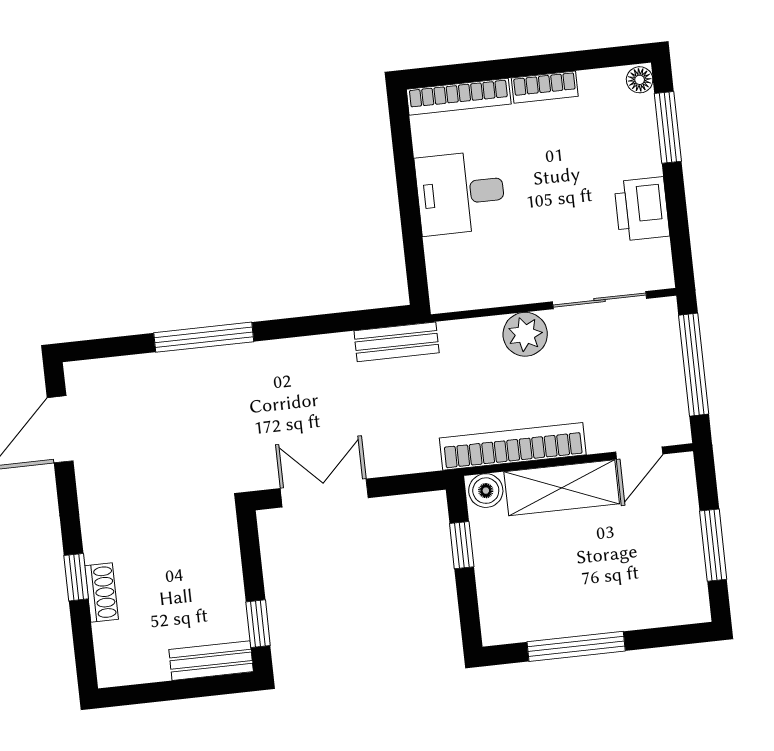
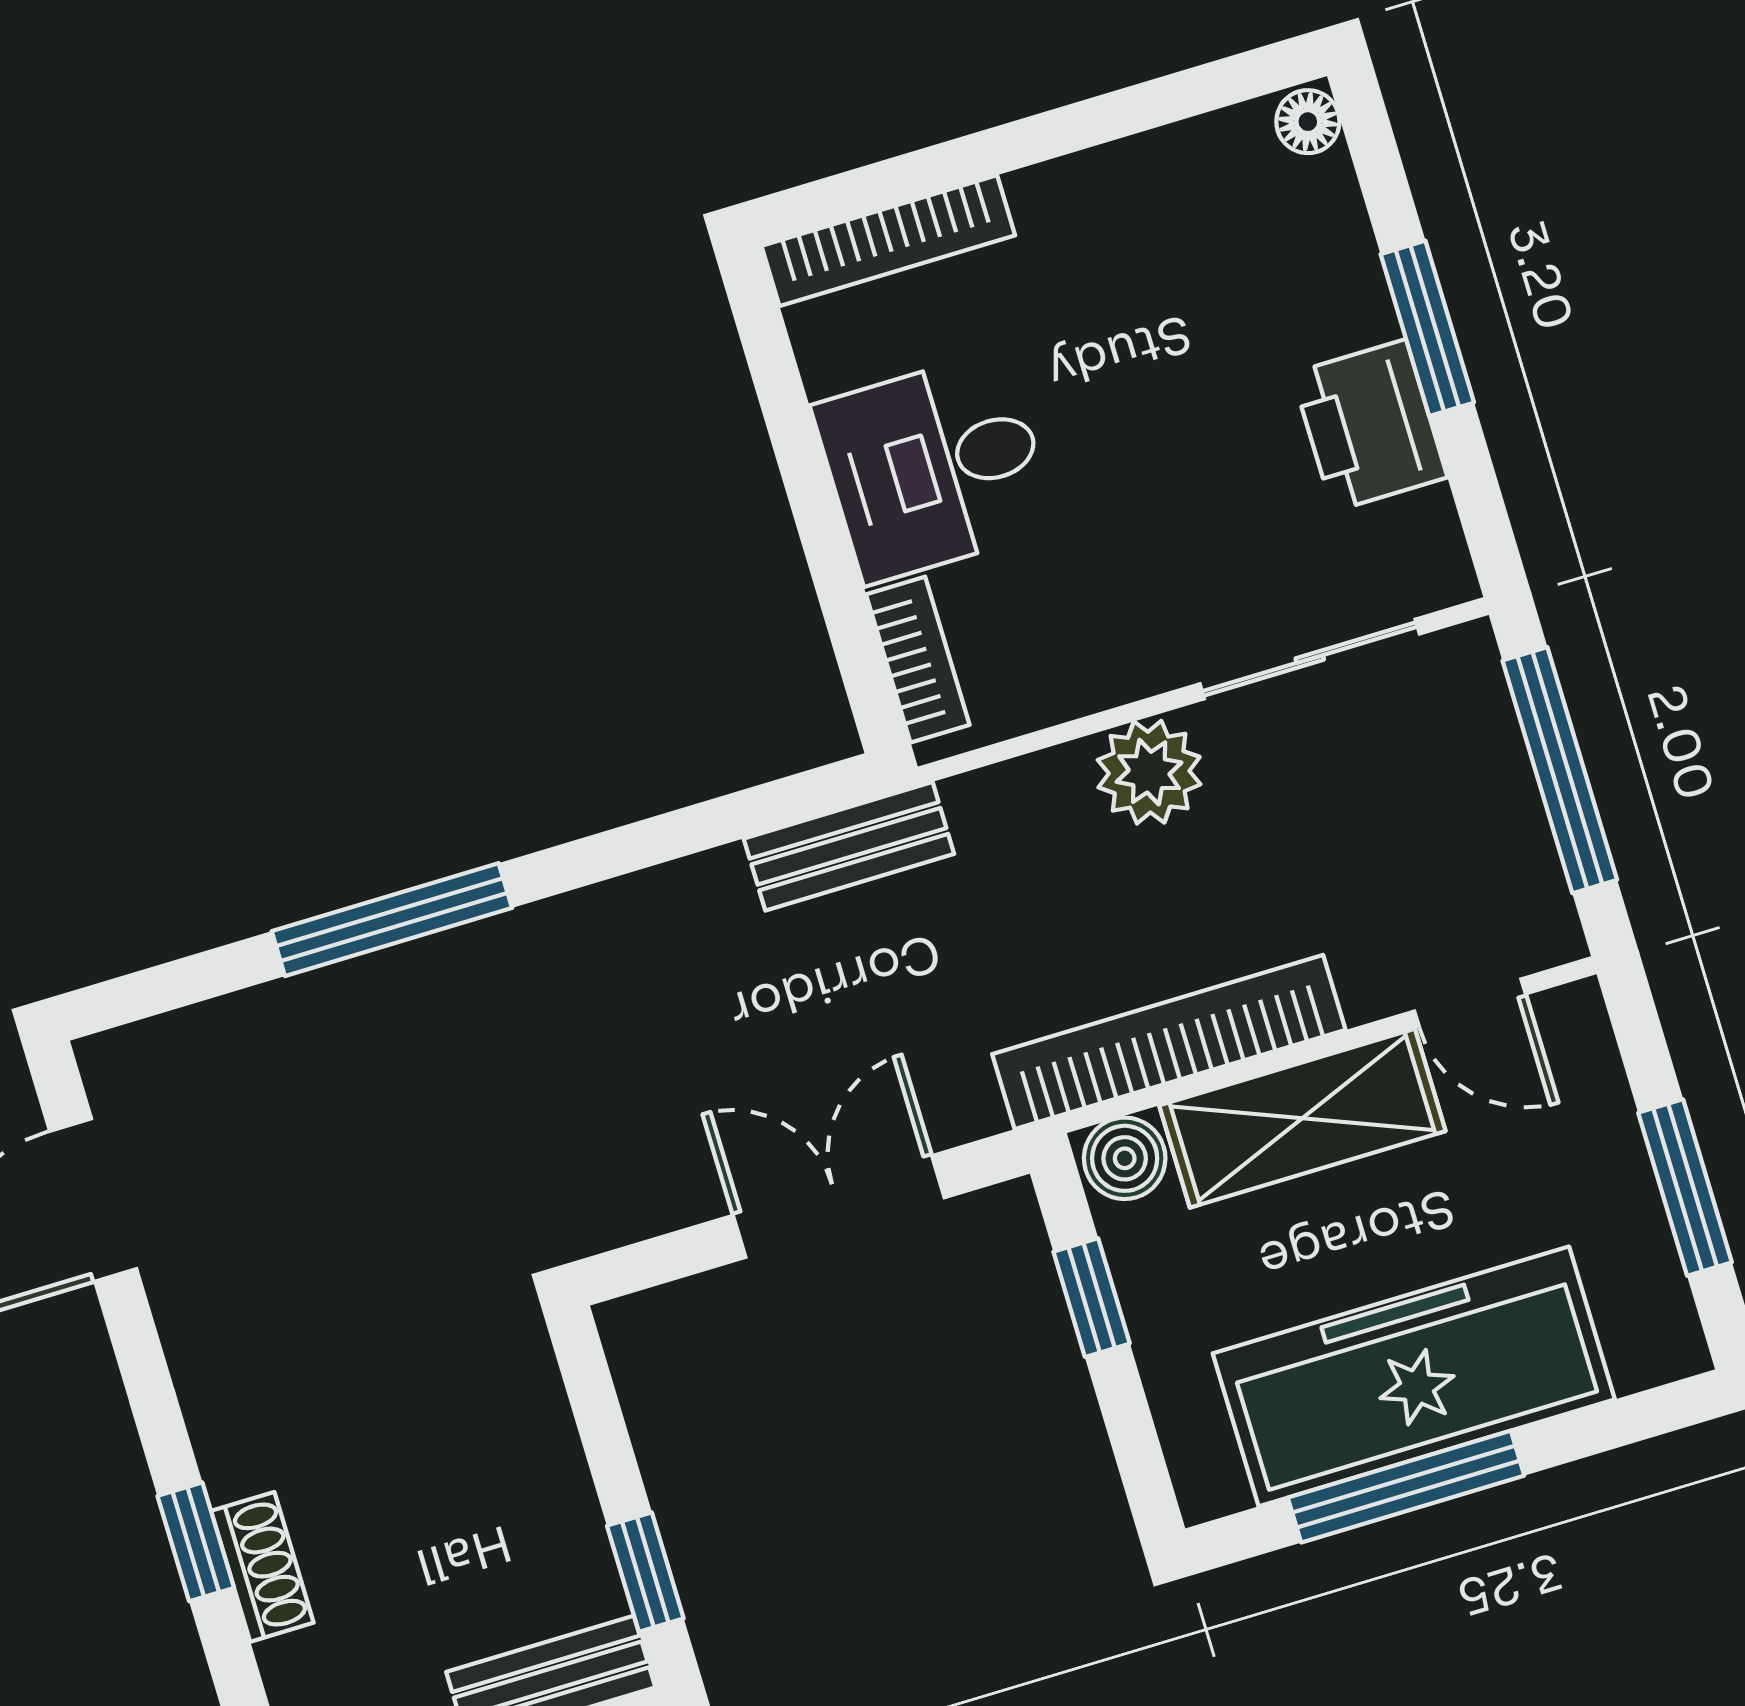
bookcase: (545, 87) -> (918, 660), moved, turned -90
window: (668, 127) -> (1427, 328), moved
door: (639, 453) -> (1470, 1002), hinge flipped
double door: (324, 493) -> (839, 1206), moved
freezer: (588, 602) -> (1414, 1376), added

